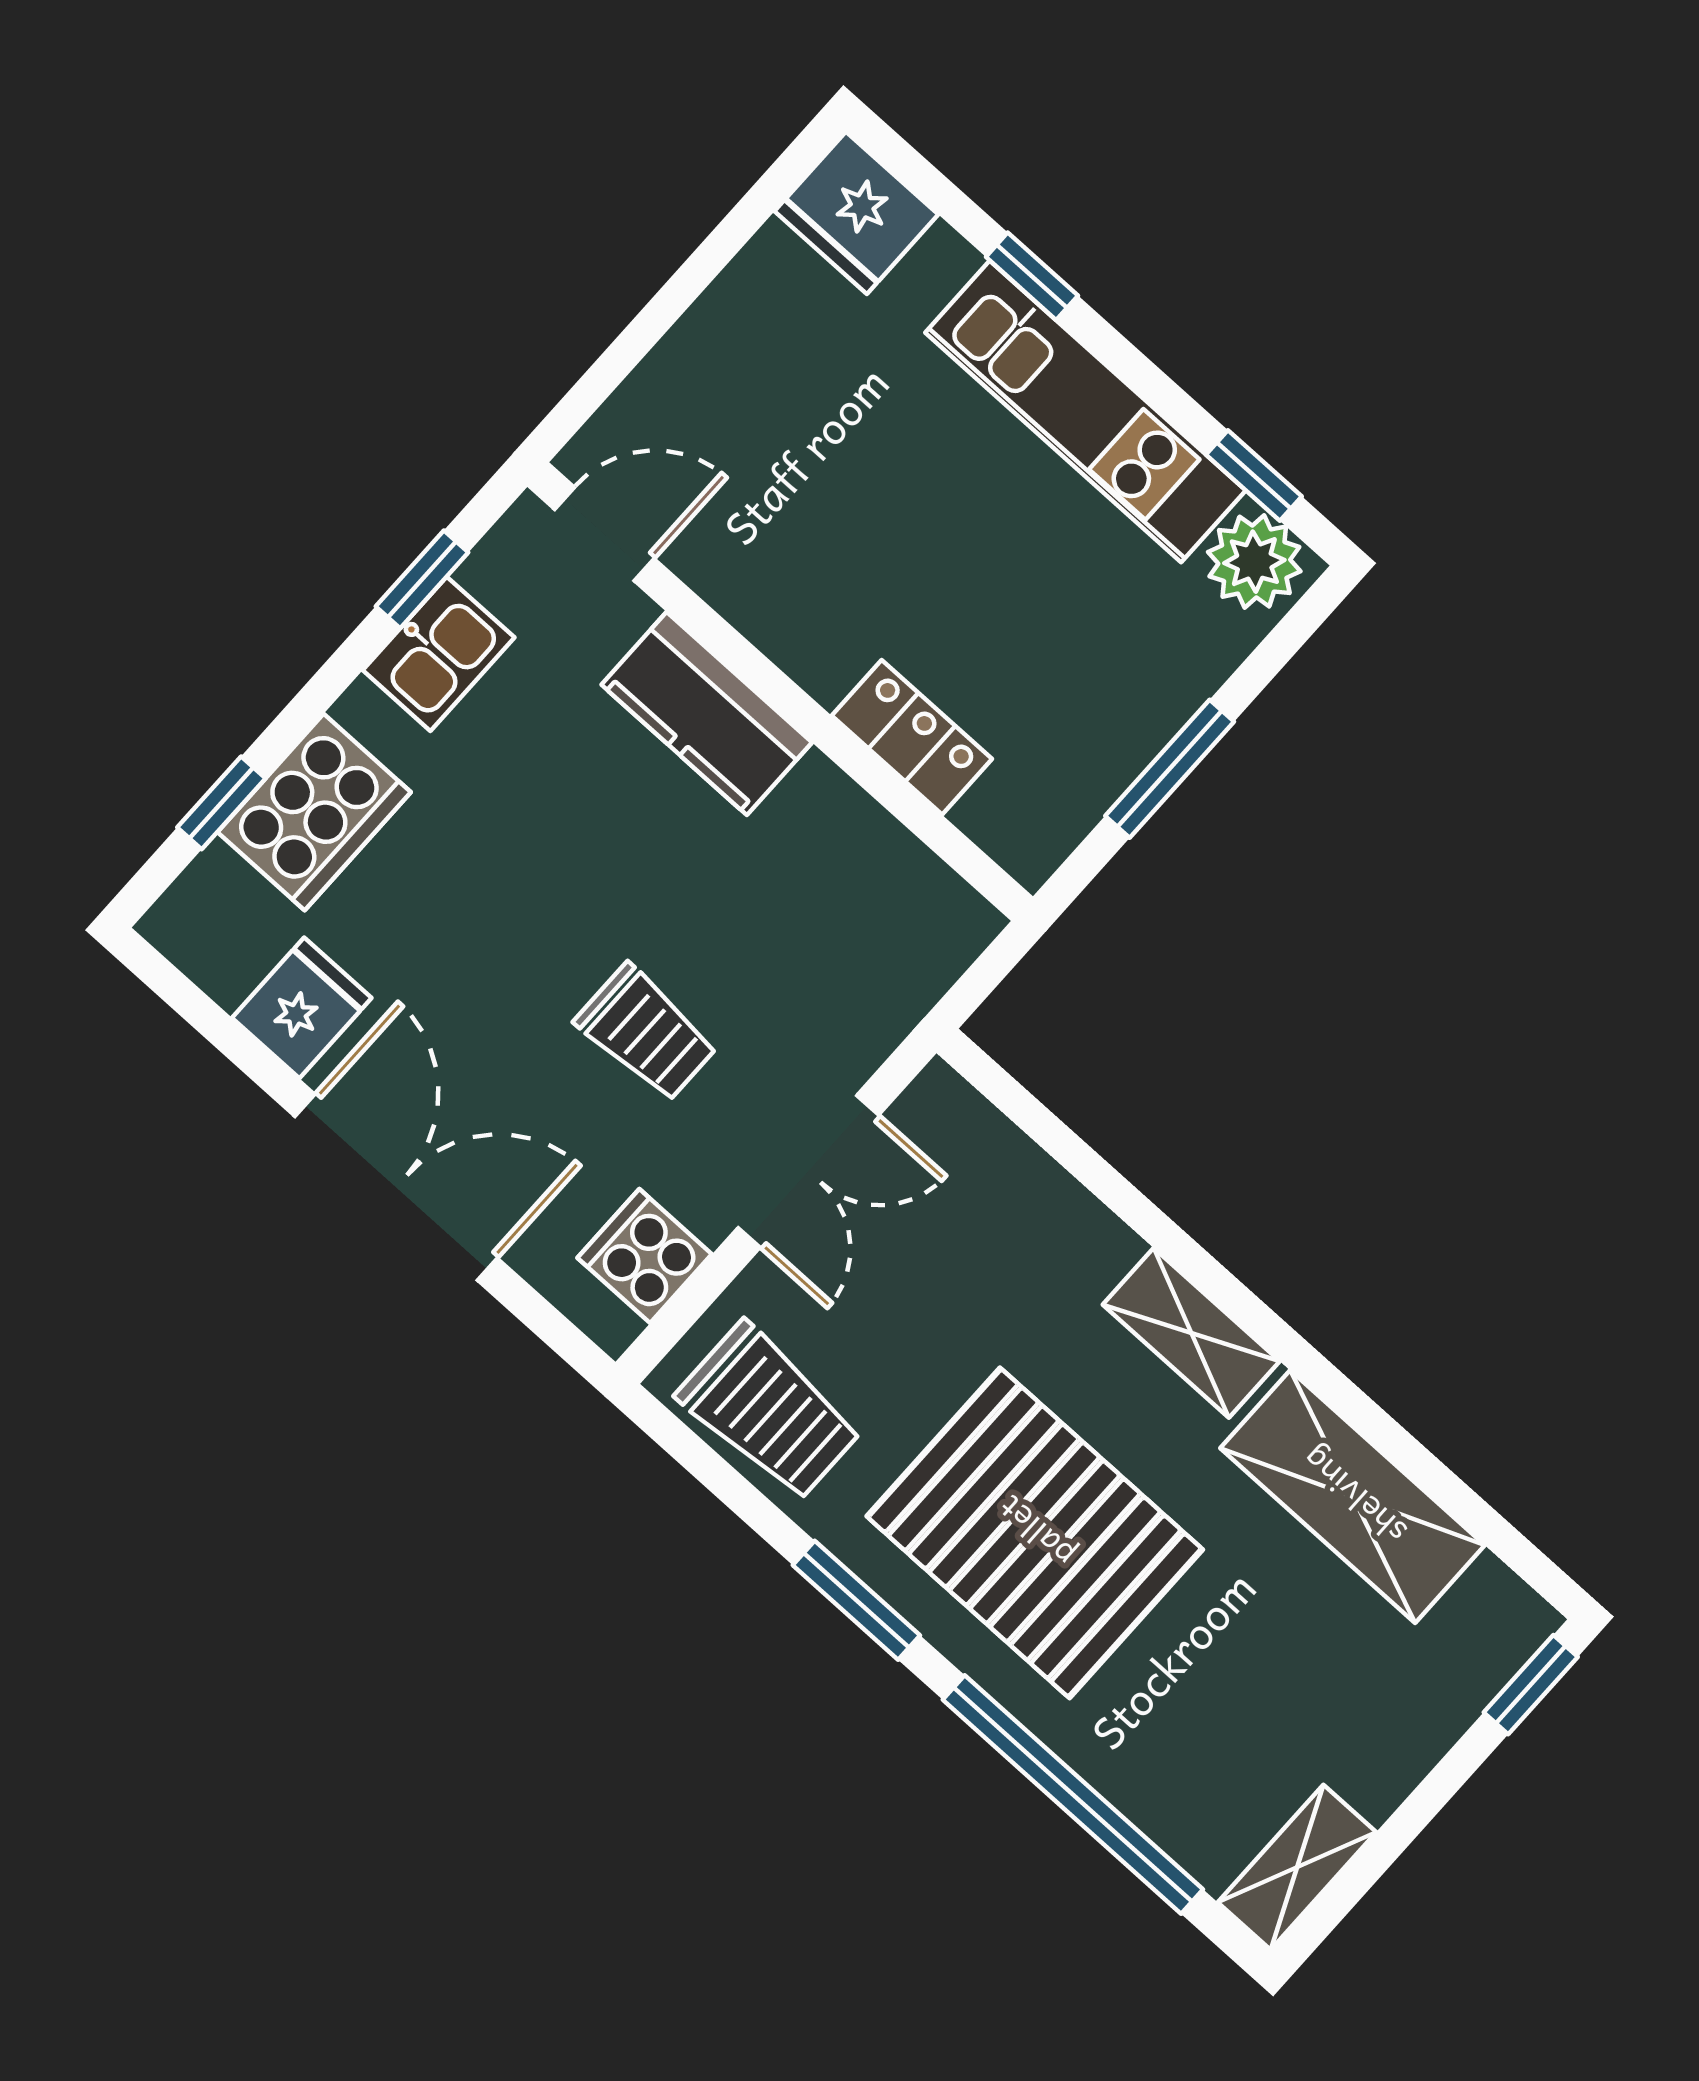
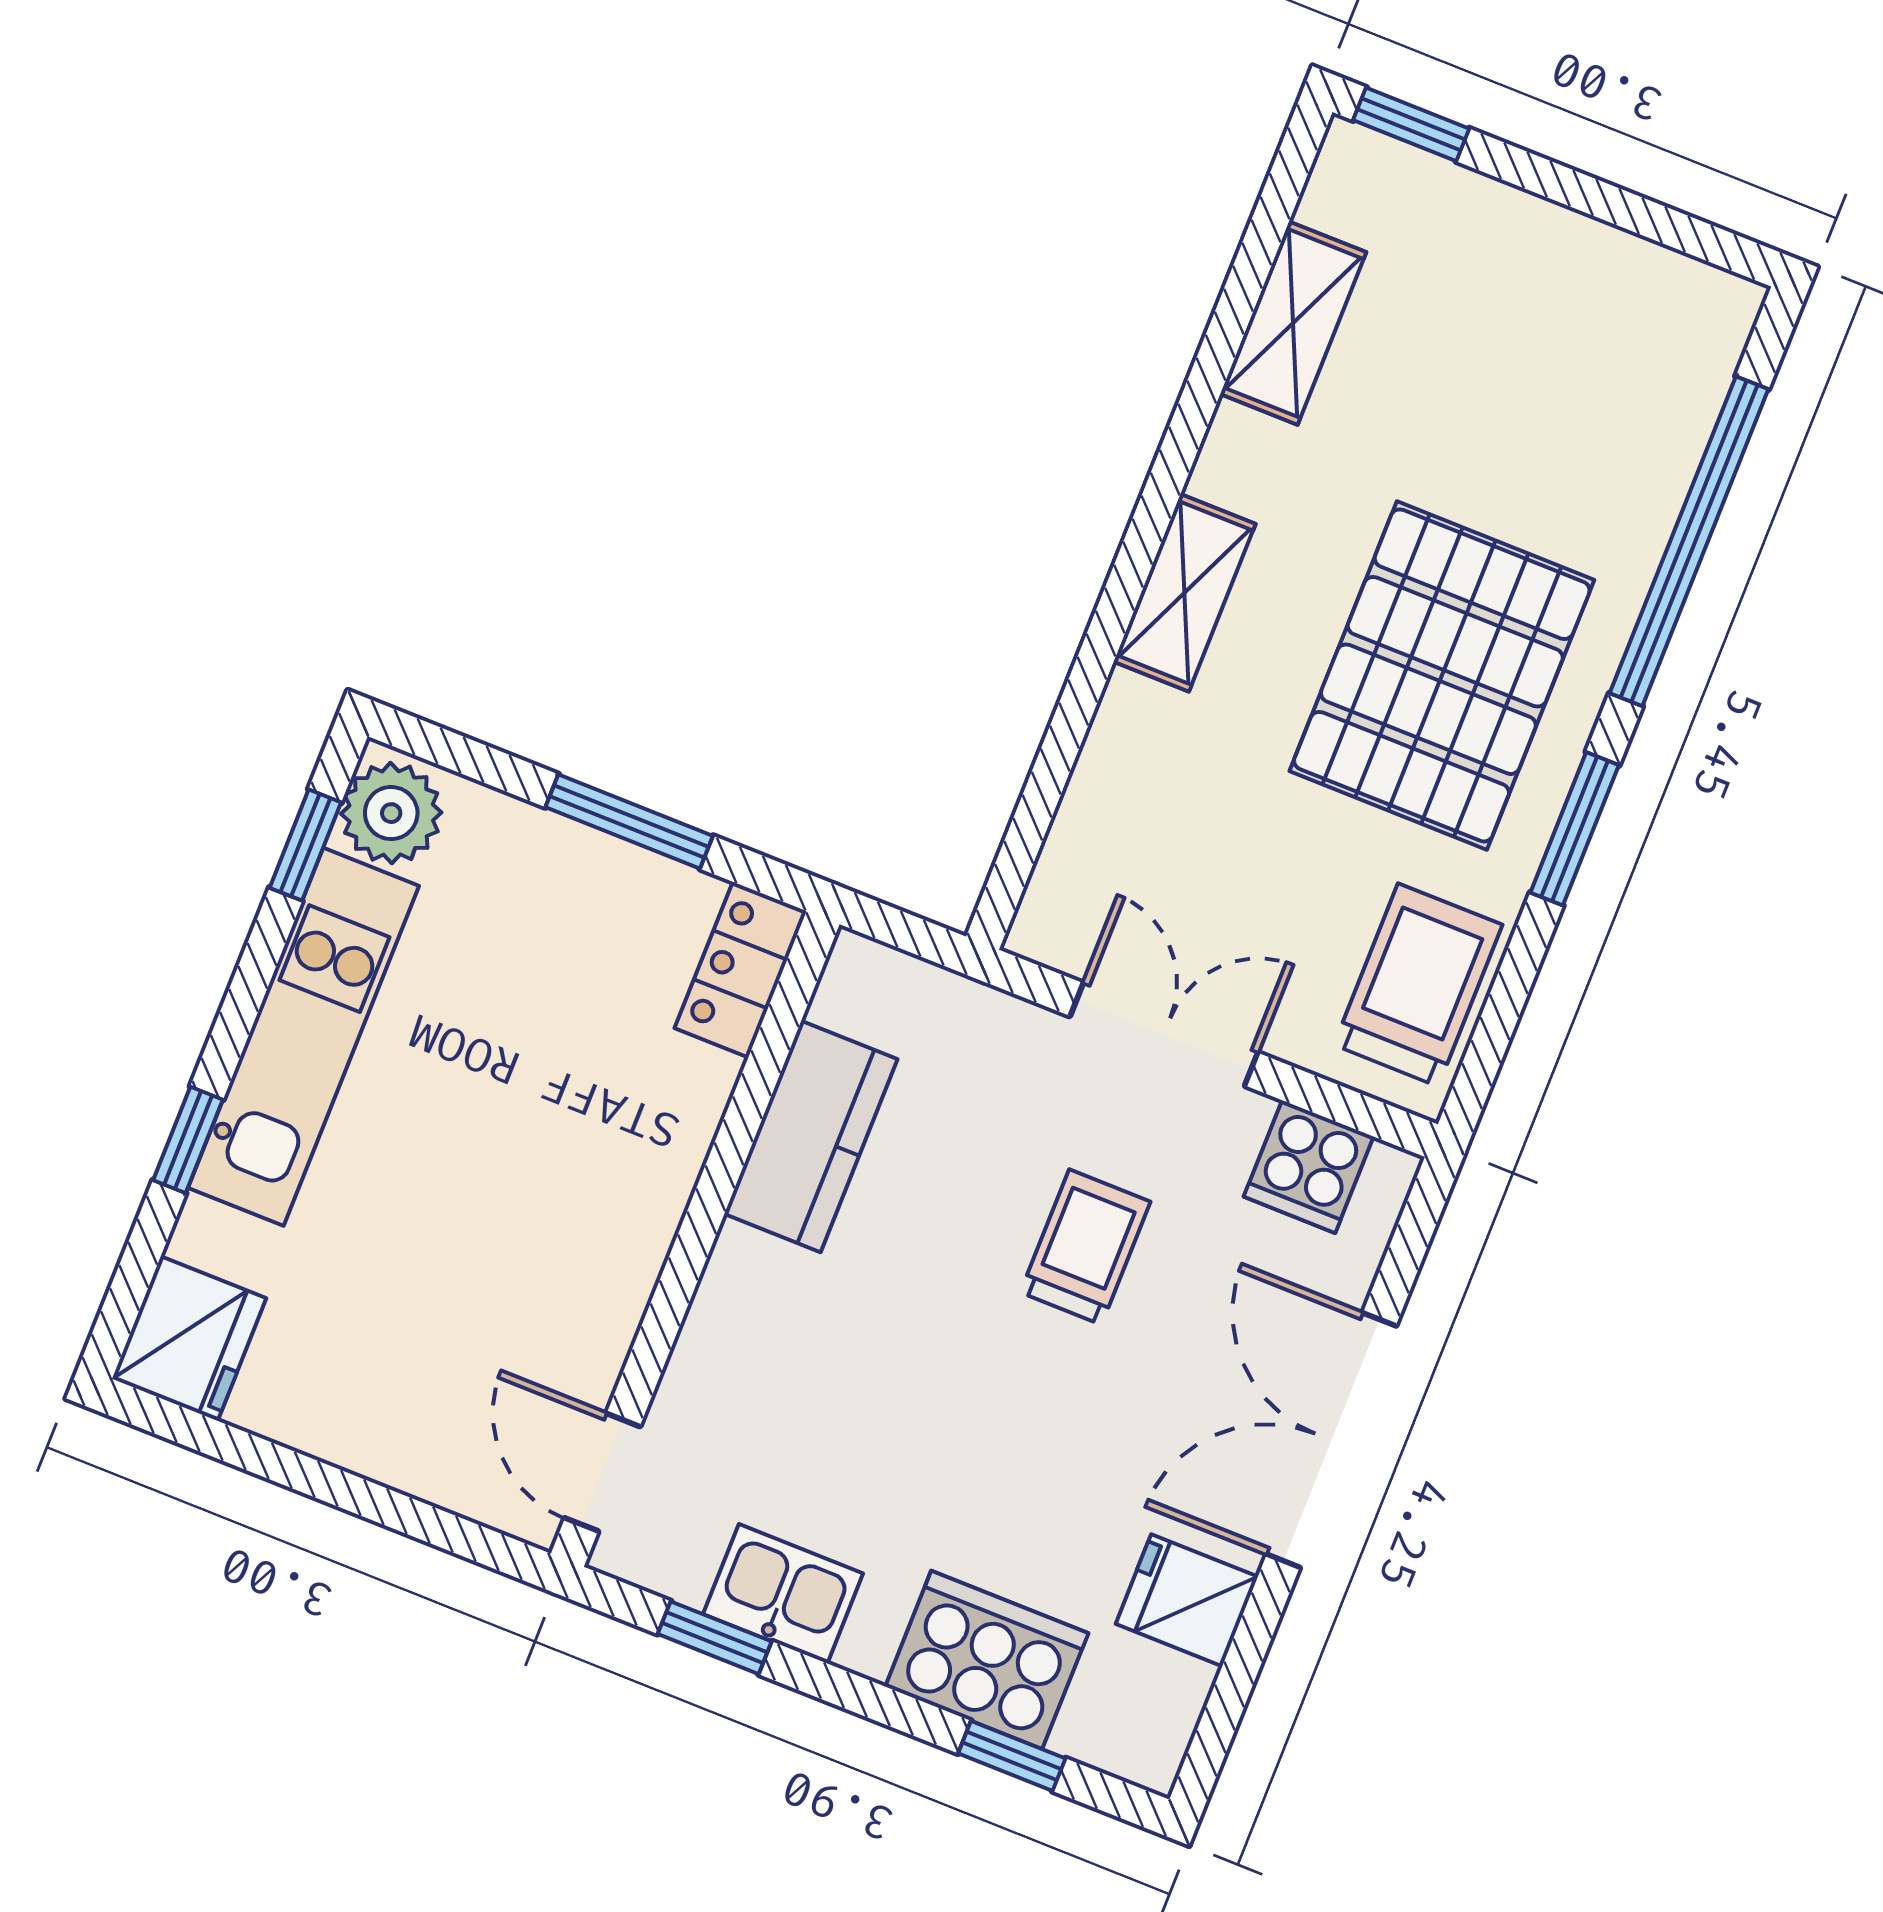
kitchen counter: (707, 714) -> (811, 1136), moved
locker: (912, 737) -> (741, 970), moved
shelving: (1353, 1497) -> (1293, 323), width x0.67, depth x0.75
shelving: (1297, 1867) -> (1679, 291), removed

